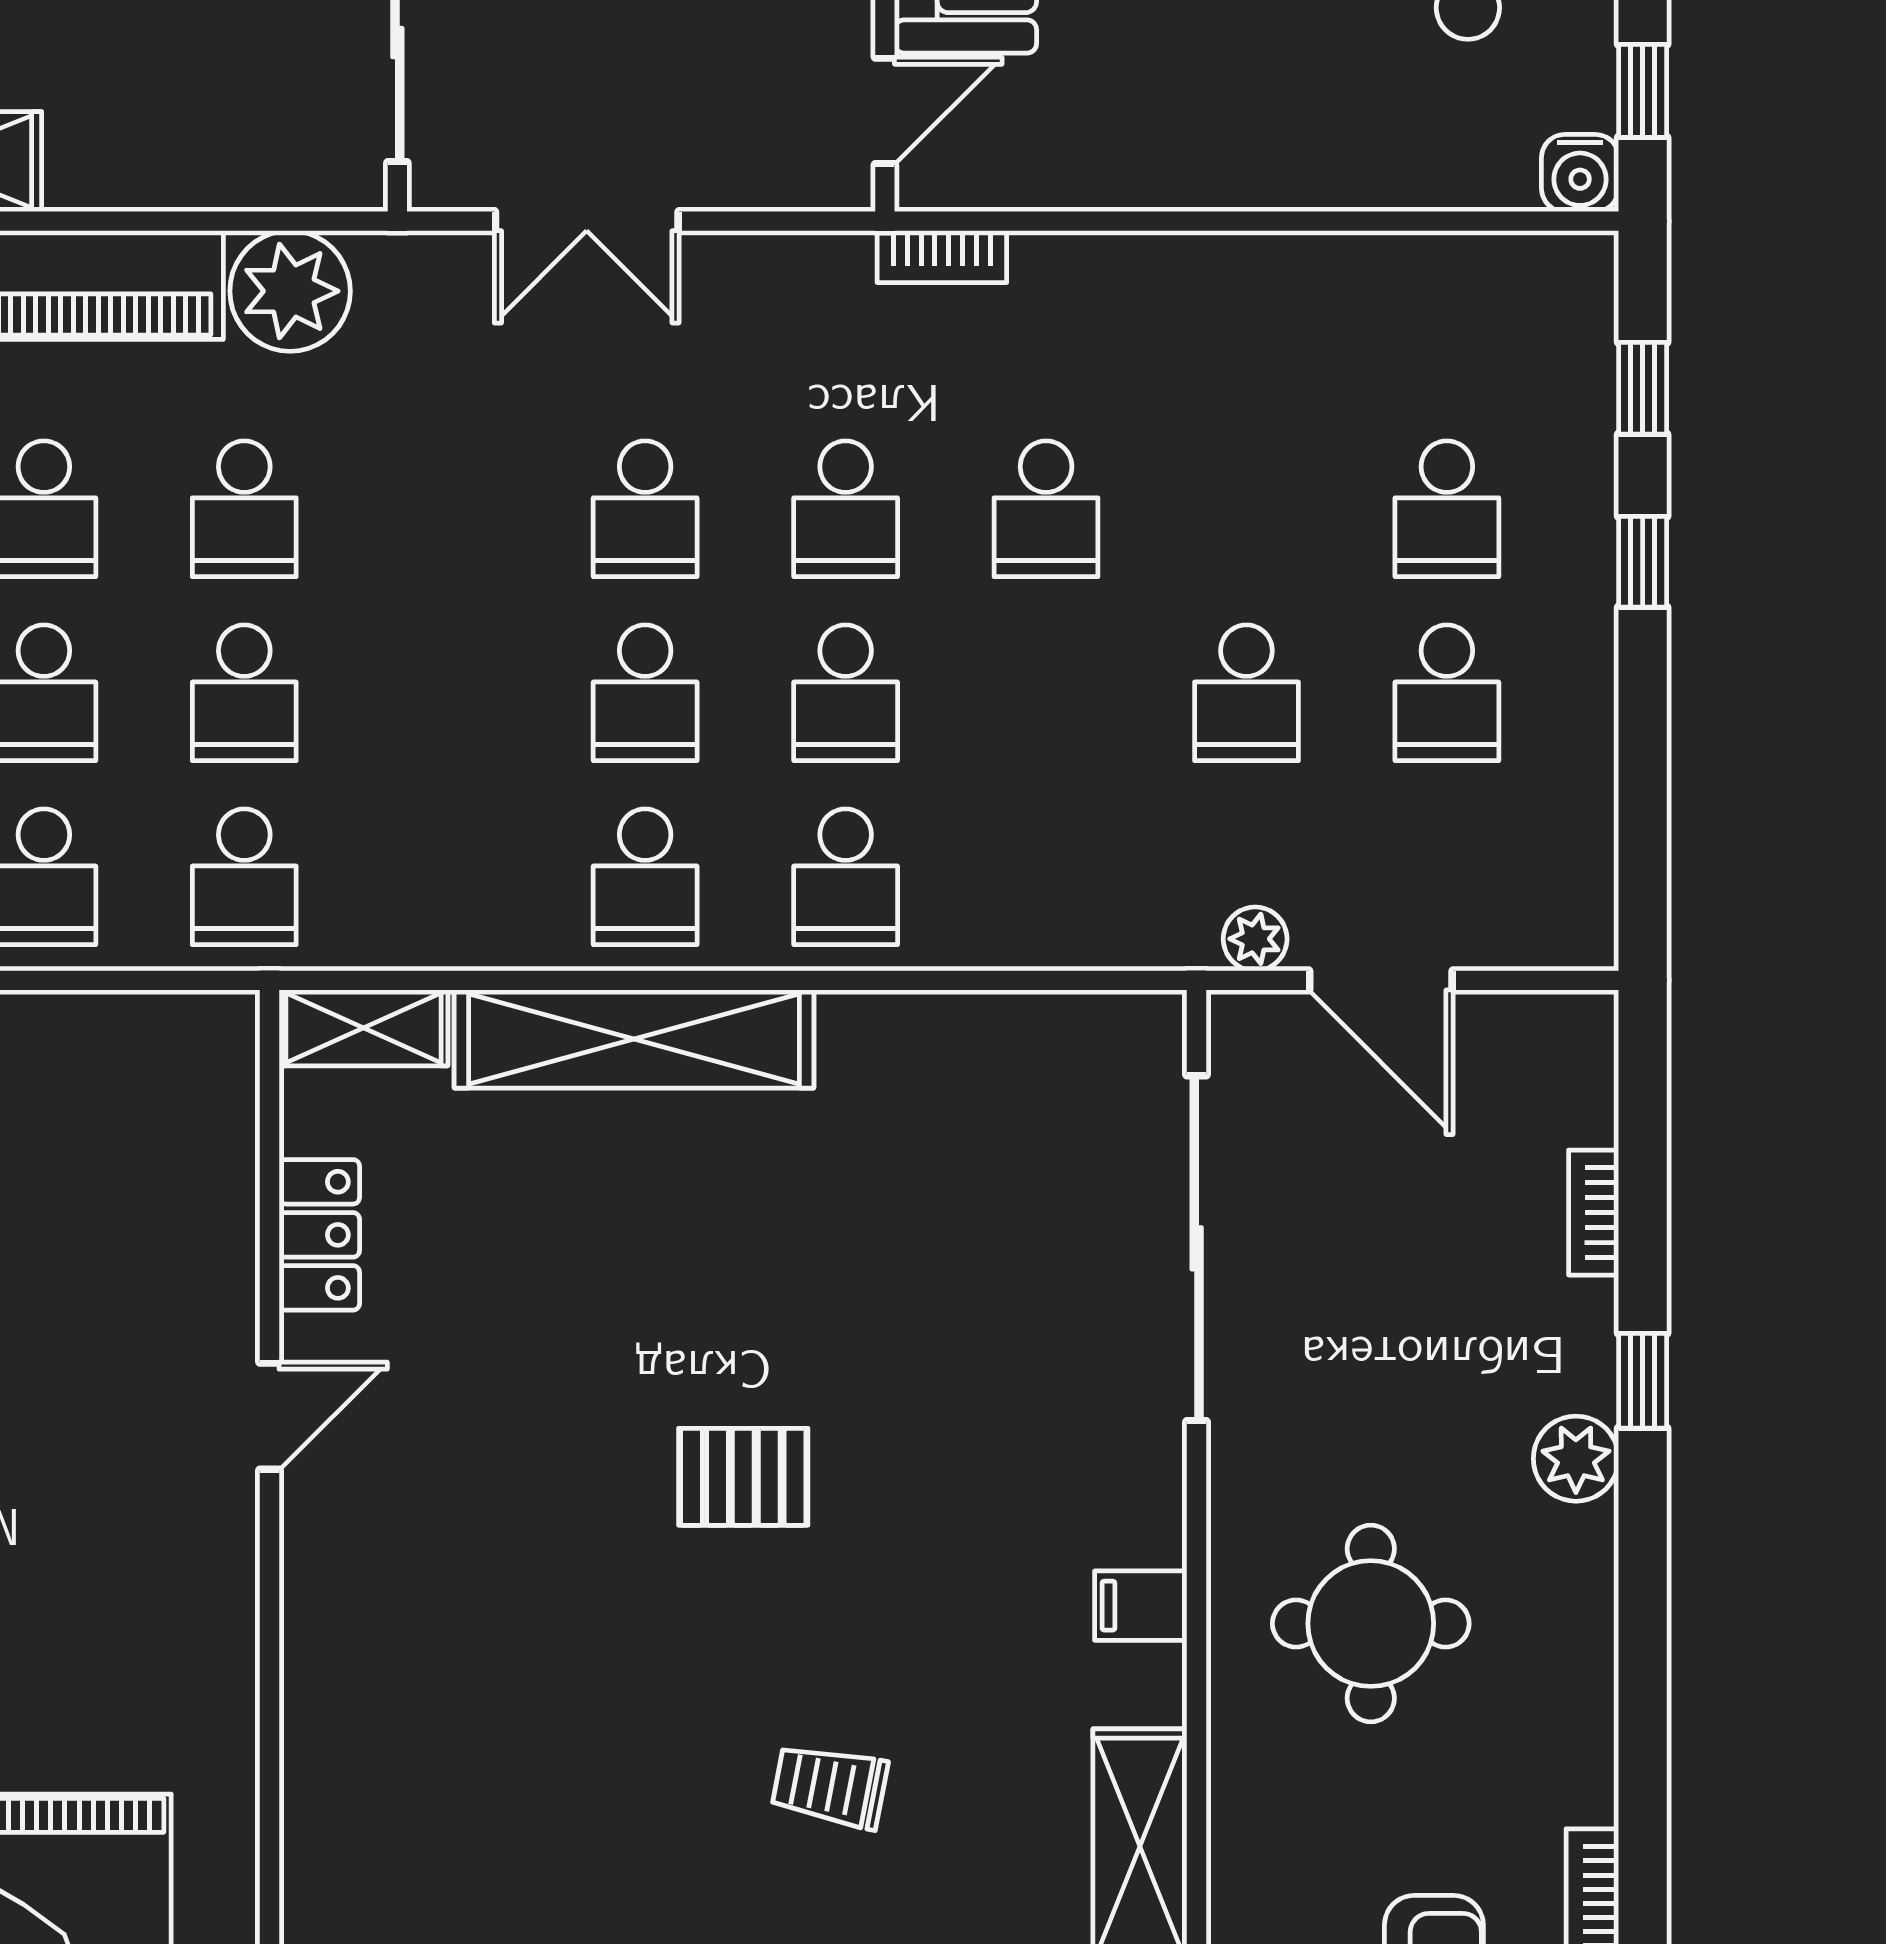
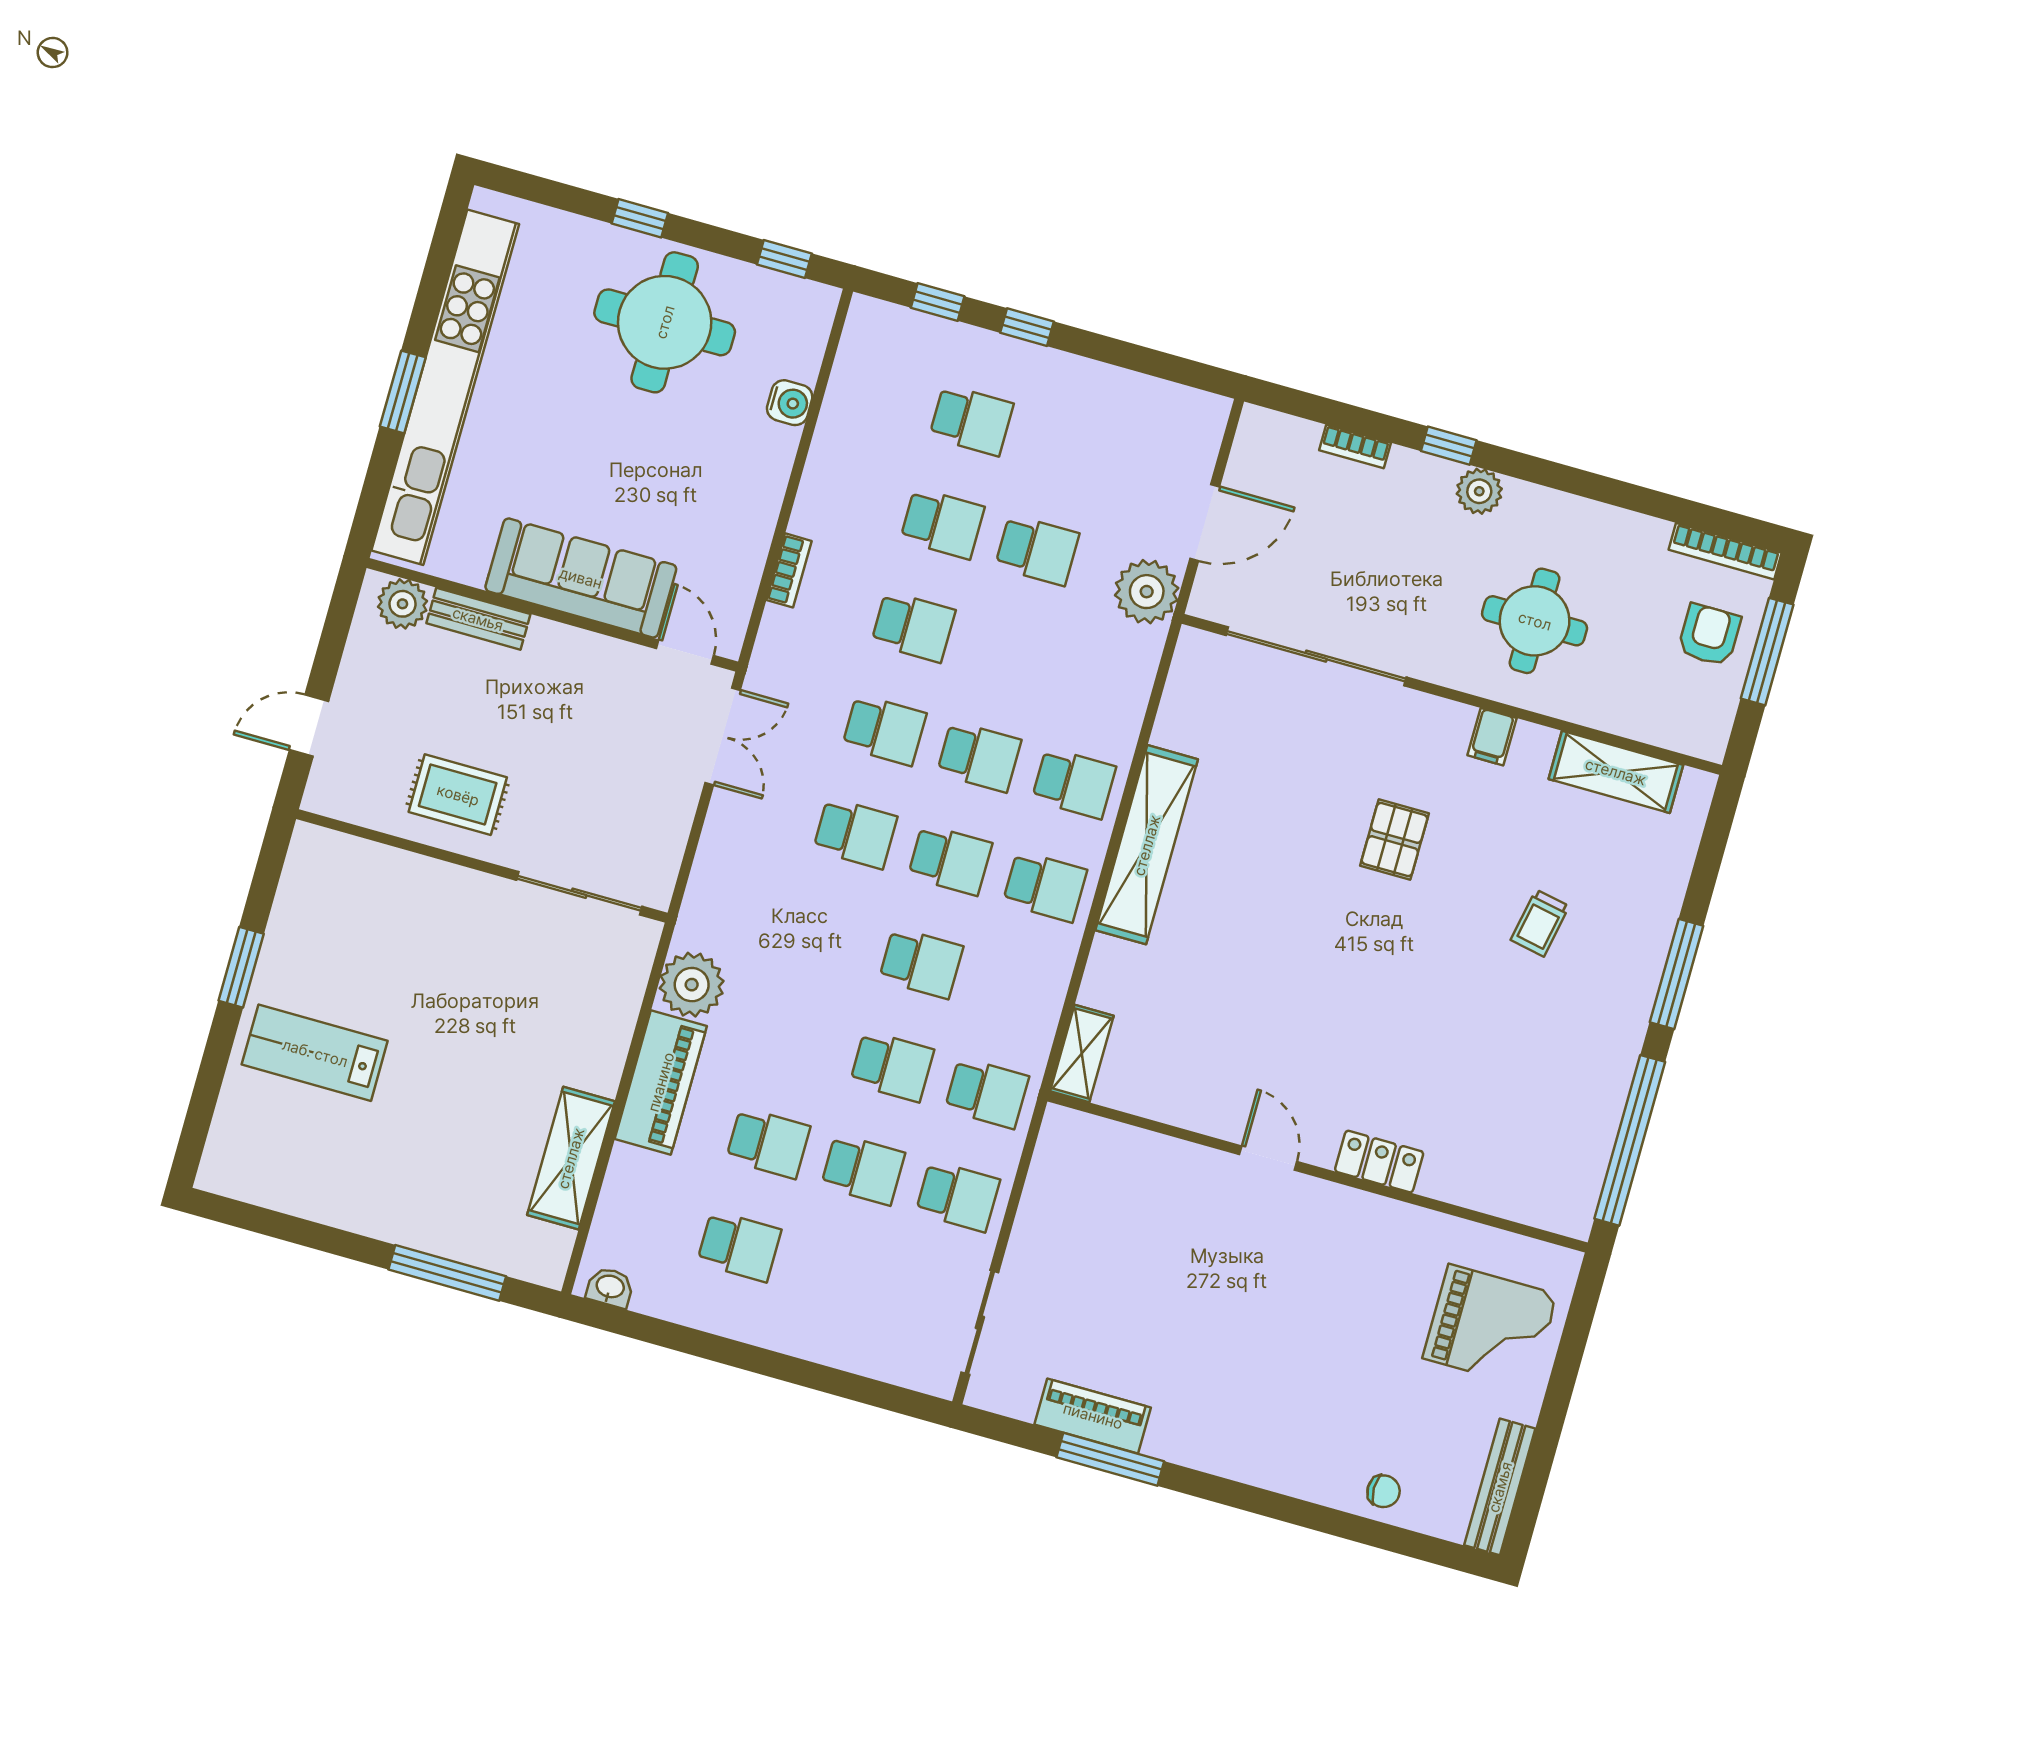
water cooler: (1580, 173) -> (790, 403), moved
double door: (587, 221) -> (723, 736), moved
bookcase: (942, 257) -> (789, 570), moved
school desk: (244, 509) -> (921, 963), moved
school desk: (1447, 693) -> (942, 523), moved
plant: (1255, 939) -> (1147, 592), width x1.88, depth x1.88
shelving: (634, 1039) -> (1147, 845), moved
locker: (319, 1235) -> (1379, 1162), moved
pallet: (743, 1477) -> (1394, 840), moved

